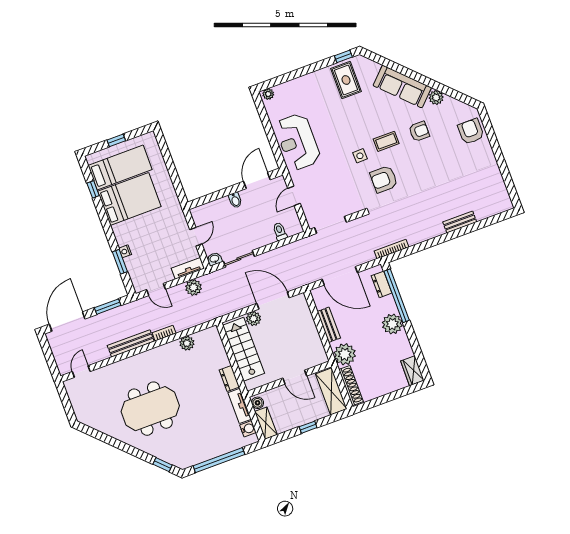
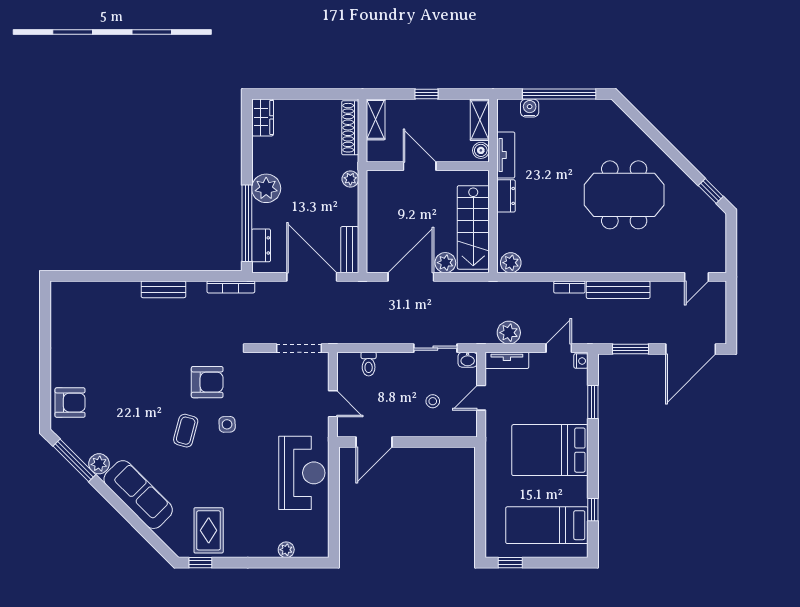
plant: (268, 94) -> (286, 550), moved
window: (454, 94) -> (74, 460), added
armchair: (419, 131) -> (138, 428), removed
armchair: (471, 131) -> (70, 403), turned -90
window: (116, 140) -> (510, 563), moved
coffee table: (386, 141) -> (186, 431), turned -75
door: (294, 196) -> (333, 404), hinge flipped
bed: (129, 199) -> (550, 450), moved
bidet: (235, 200) -> (412, 427), removed
stool: (228, 222) -> (433, 401), added
bench: (460, 222) -> (163, 289), moved
nightstand: (125, 251) -> (581, 361), moved
door: (156, 289) -> (559, 348), hinge flipped
door: (273, 300) -> (411, 277), swing flipped
bench: (329, 325) -> (350, 250), moved
plant: (187, 343) -> (511, 263), moved
plant: (345, 354) -> (350, 179), width x0.53, depth x0.53
shelving: (331, 391) -> (376, 119), width x0.67, depth x0.75
water cooler: (248, 429) -> (530, 108), moved, turned 90
window: (162, 465) -> (711, 191), moved

